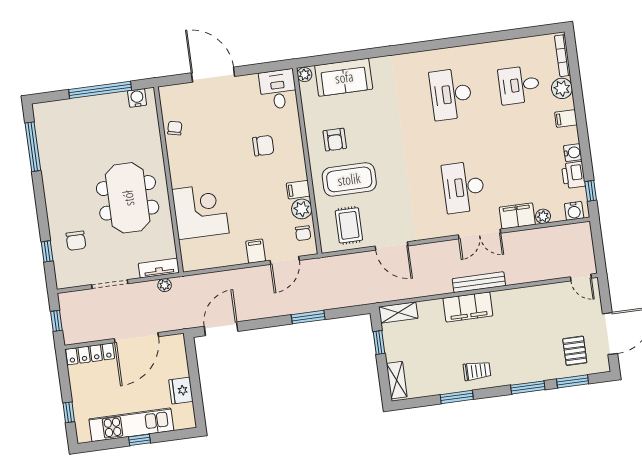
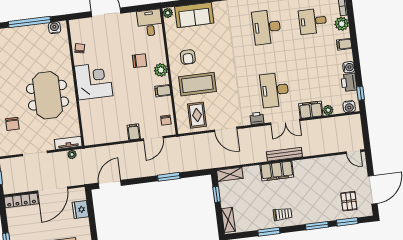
plant: (302, 209) -> (161, 70), moved
corner desk: (200, 211) -> (94, 81), moved
printer: (438, 229) -> (257, 118), added
fridge: (181, 391) -> (80, 210), moved

